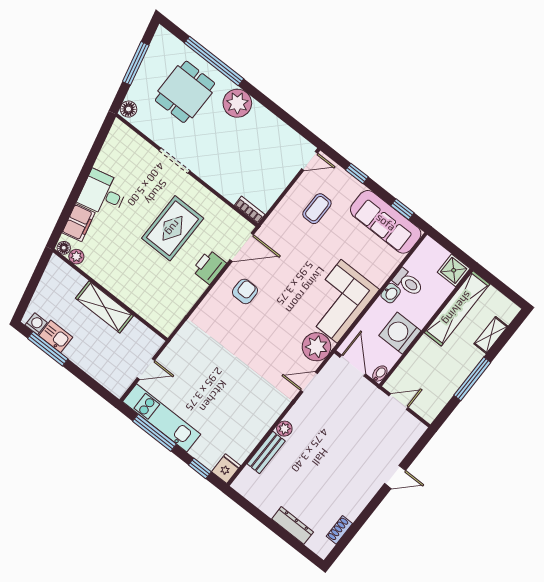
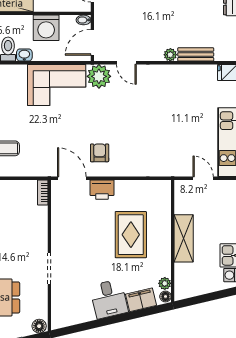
rug: (173, 228) -> (131, 235), moved, turned 90
armchair: (245, 291) -> (100, 153), turned 90

